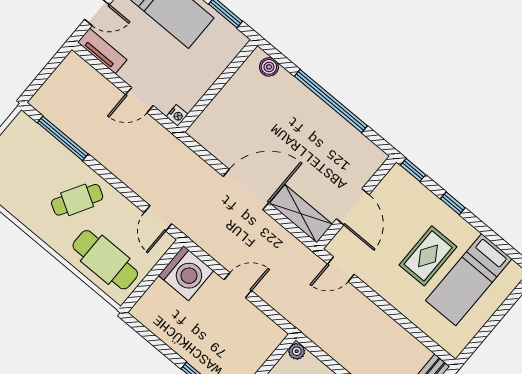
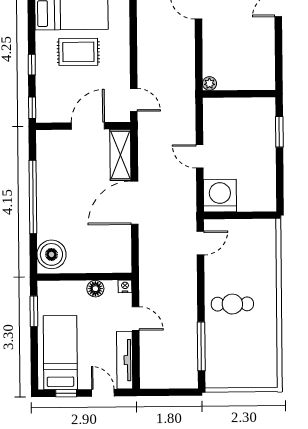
tv unit: (102, 51) -> (125, 360), width x1.41
boiler: (269, 67) -> (51, 254), width x1.86, depth x1.86
floor lamp: (198, 87) -> (95, 289), added
door: (246, 190) -> (135, 203), hinge flipped
cafe table: (77, 200) -> (232, 304), turned -30
cafe table: (105, 260) -> (255, 254), removed

